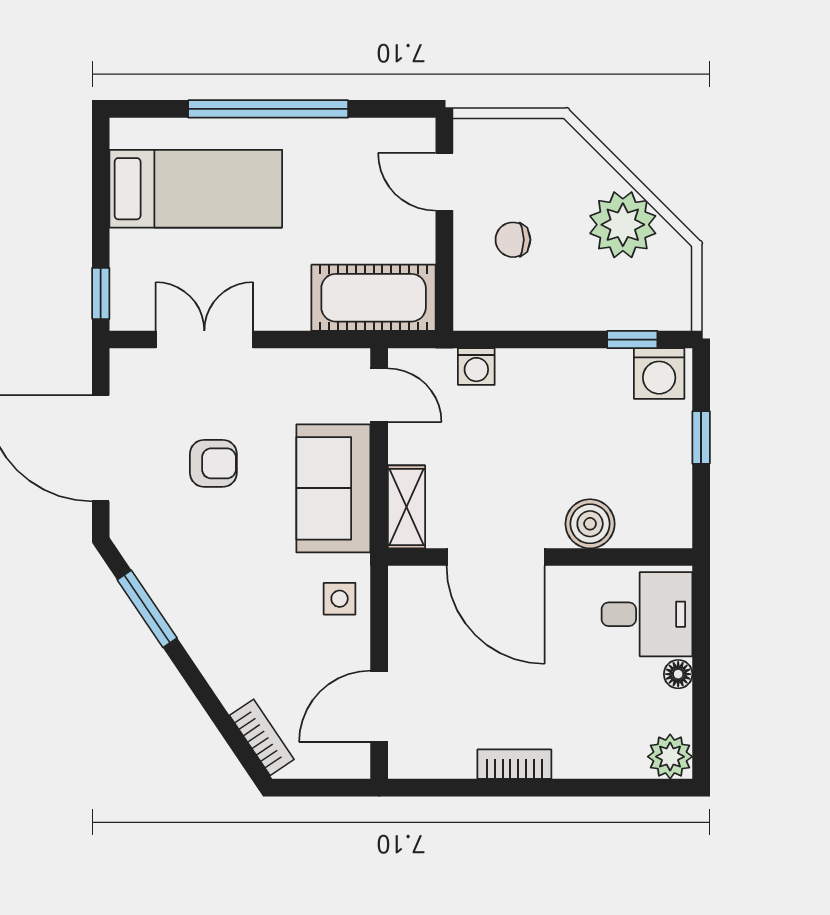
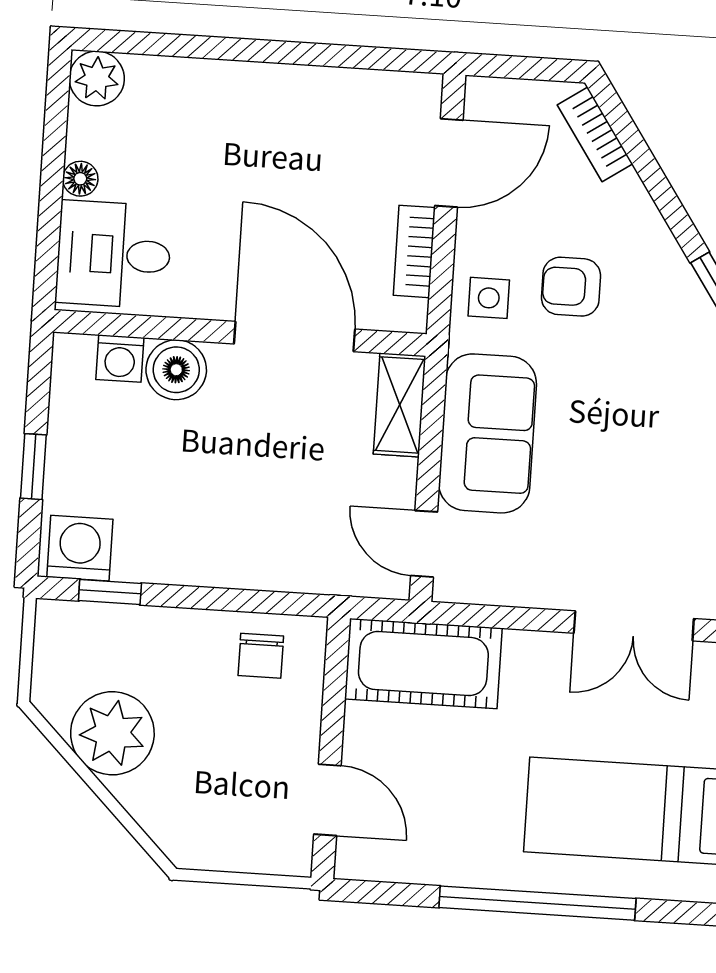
chair: (513, 240) -> (261, 656), moved, turned 90
washing machine: (476, 367) -> (120, 358), moved, turned 180
armchair: (213, 463) -> (571, 287), moved
bookcase: (514, 764) -> (414, 251), moved, turned 90

